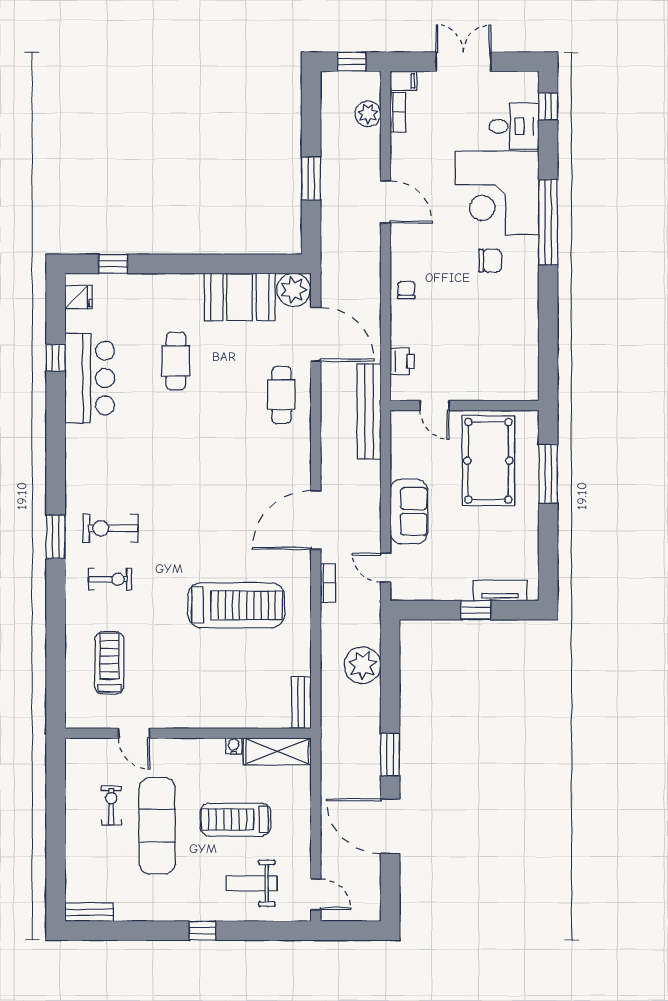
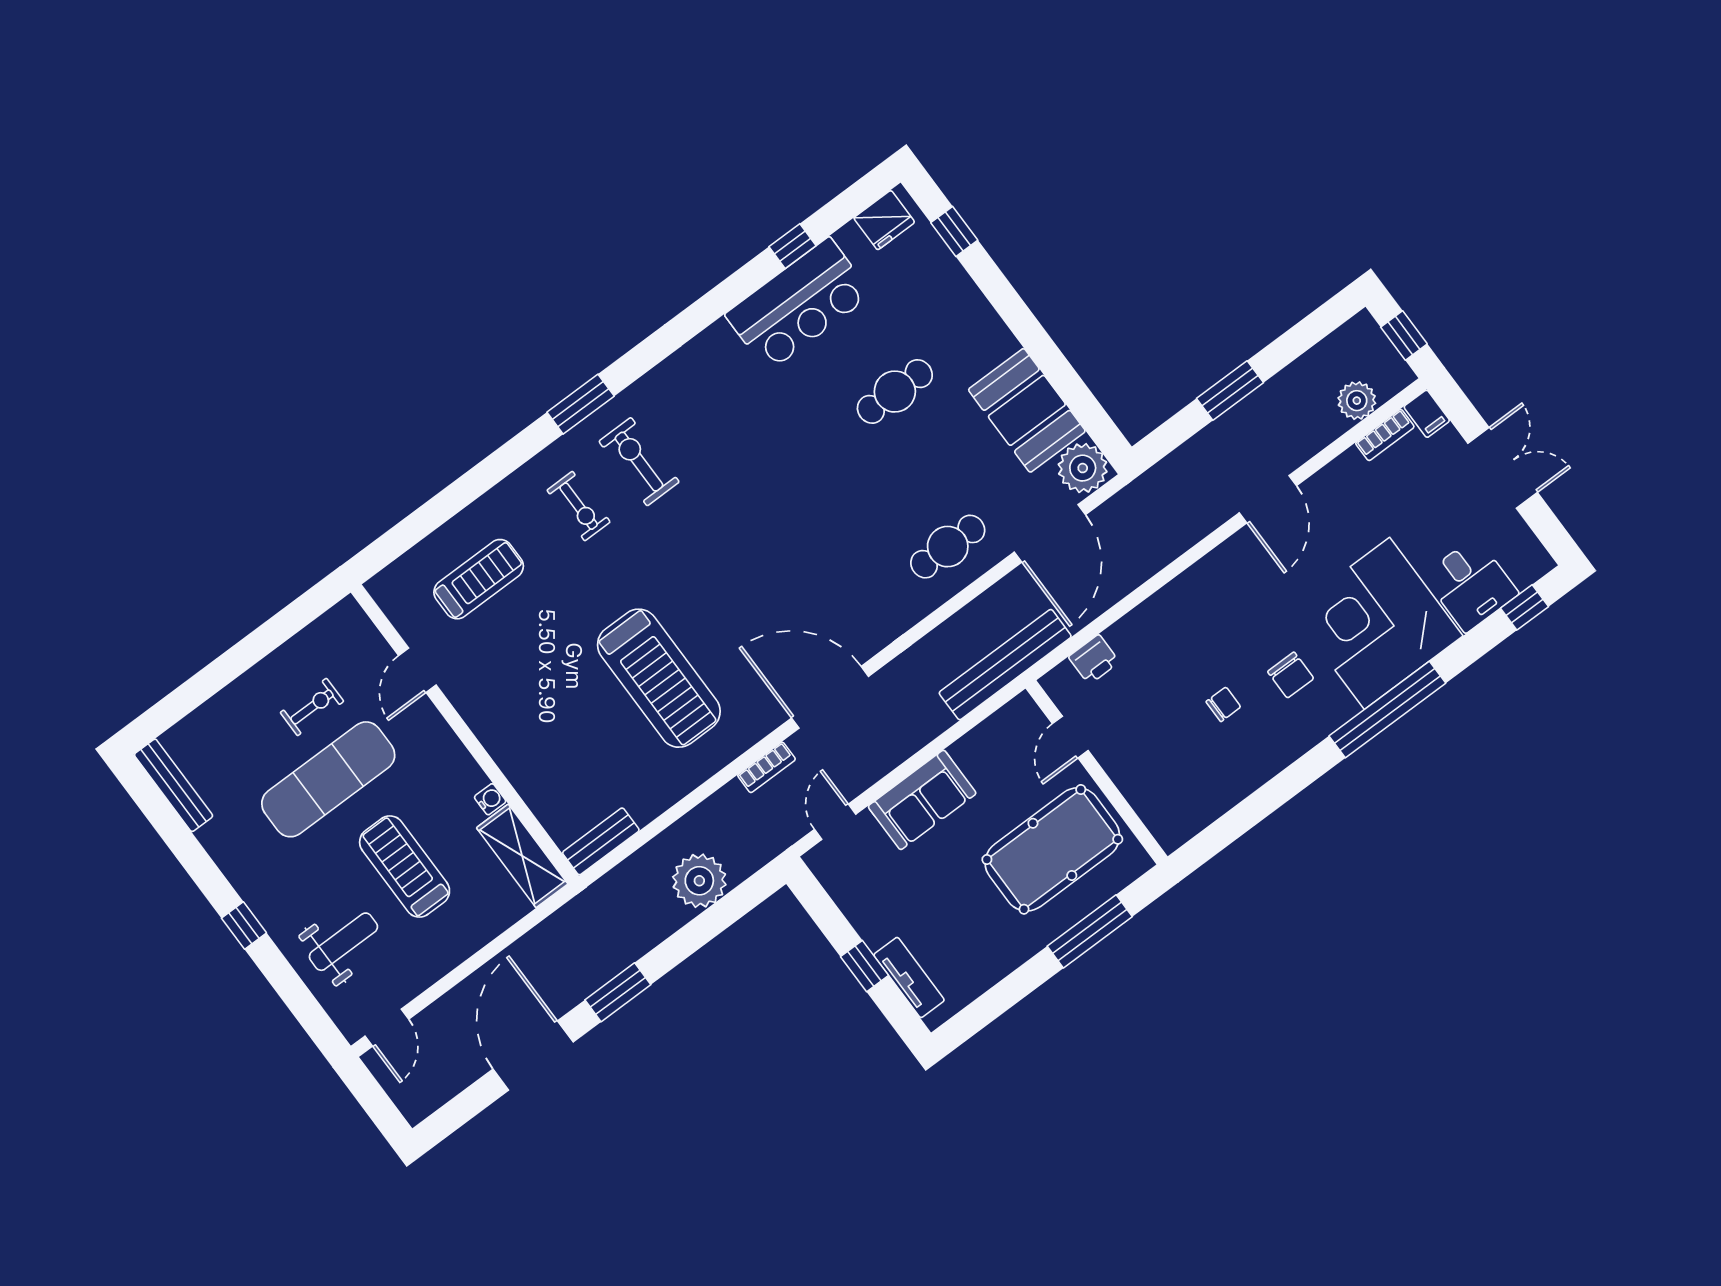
chair: (406, 290) -> (1223, 704), moved
fridge: (79, 297) -> (884, 220), width x1.38
weight bench: (252, 883) -> (343, 942), turned 90
bench: (89, 912) -> (174, 785), width x1.36

